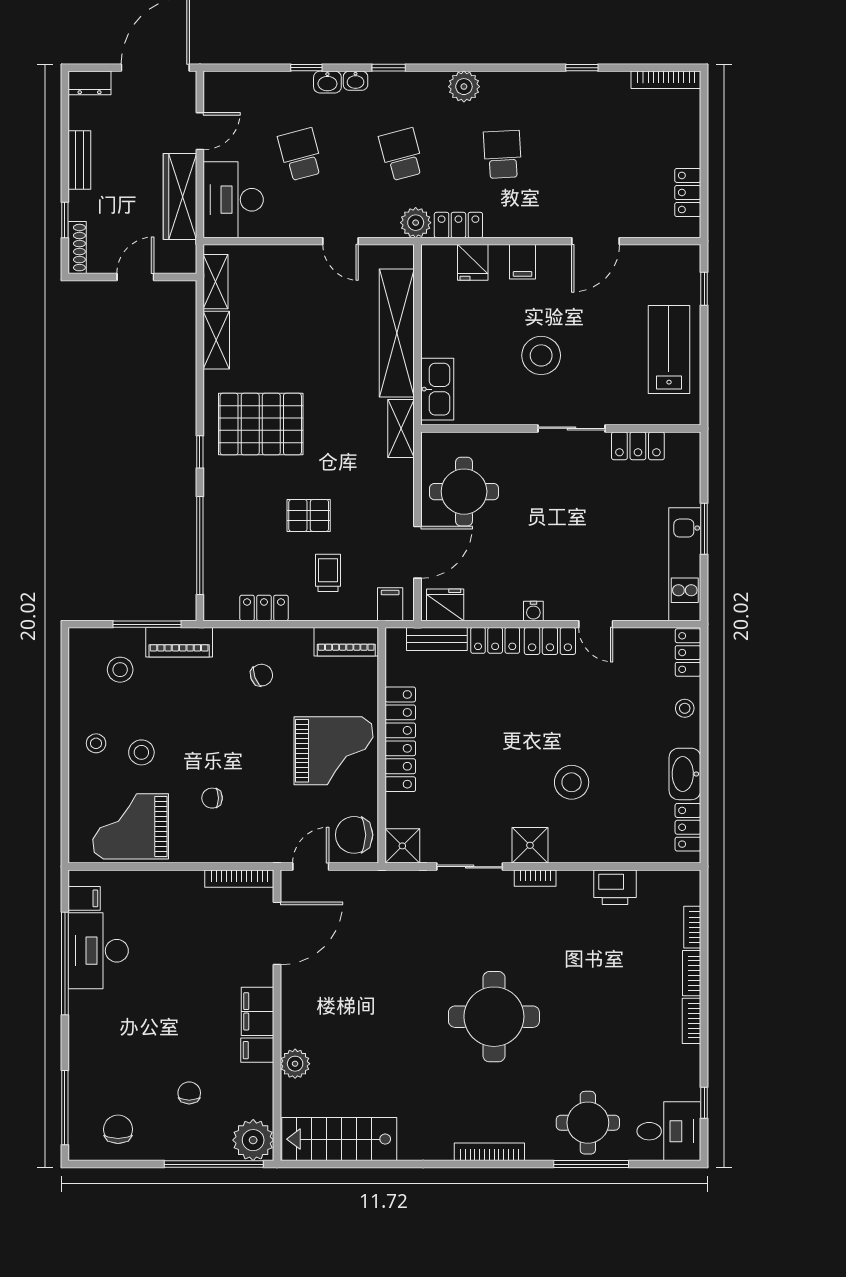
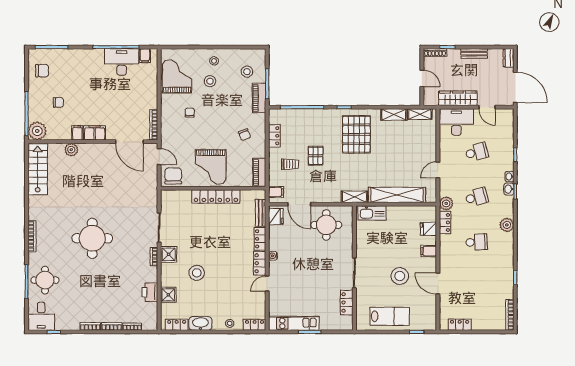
washbasin: (327, 82) -> (509, 189), moved
stool: (541, 355) -> (400, 276), moved
shower: (402, 846) -> (168, 295), moved

